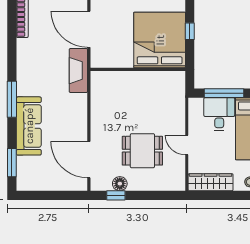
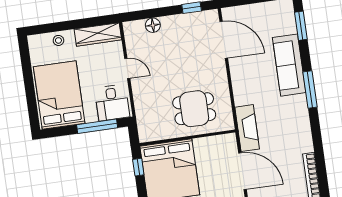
window: (190, 31) -> (138, 167), moved
desk: (219, 114) -> (112, 103), moved
dining table: (142, 151) -> (194, 109), moved
floor lamp: (120, 184) -> (153, 25), moved

